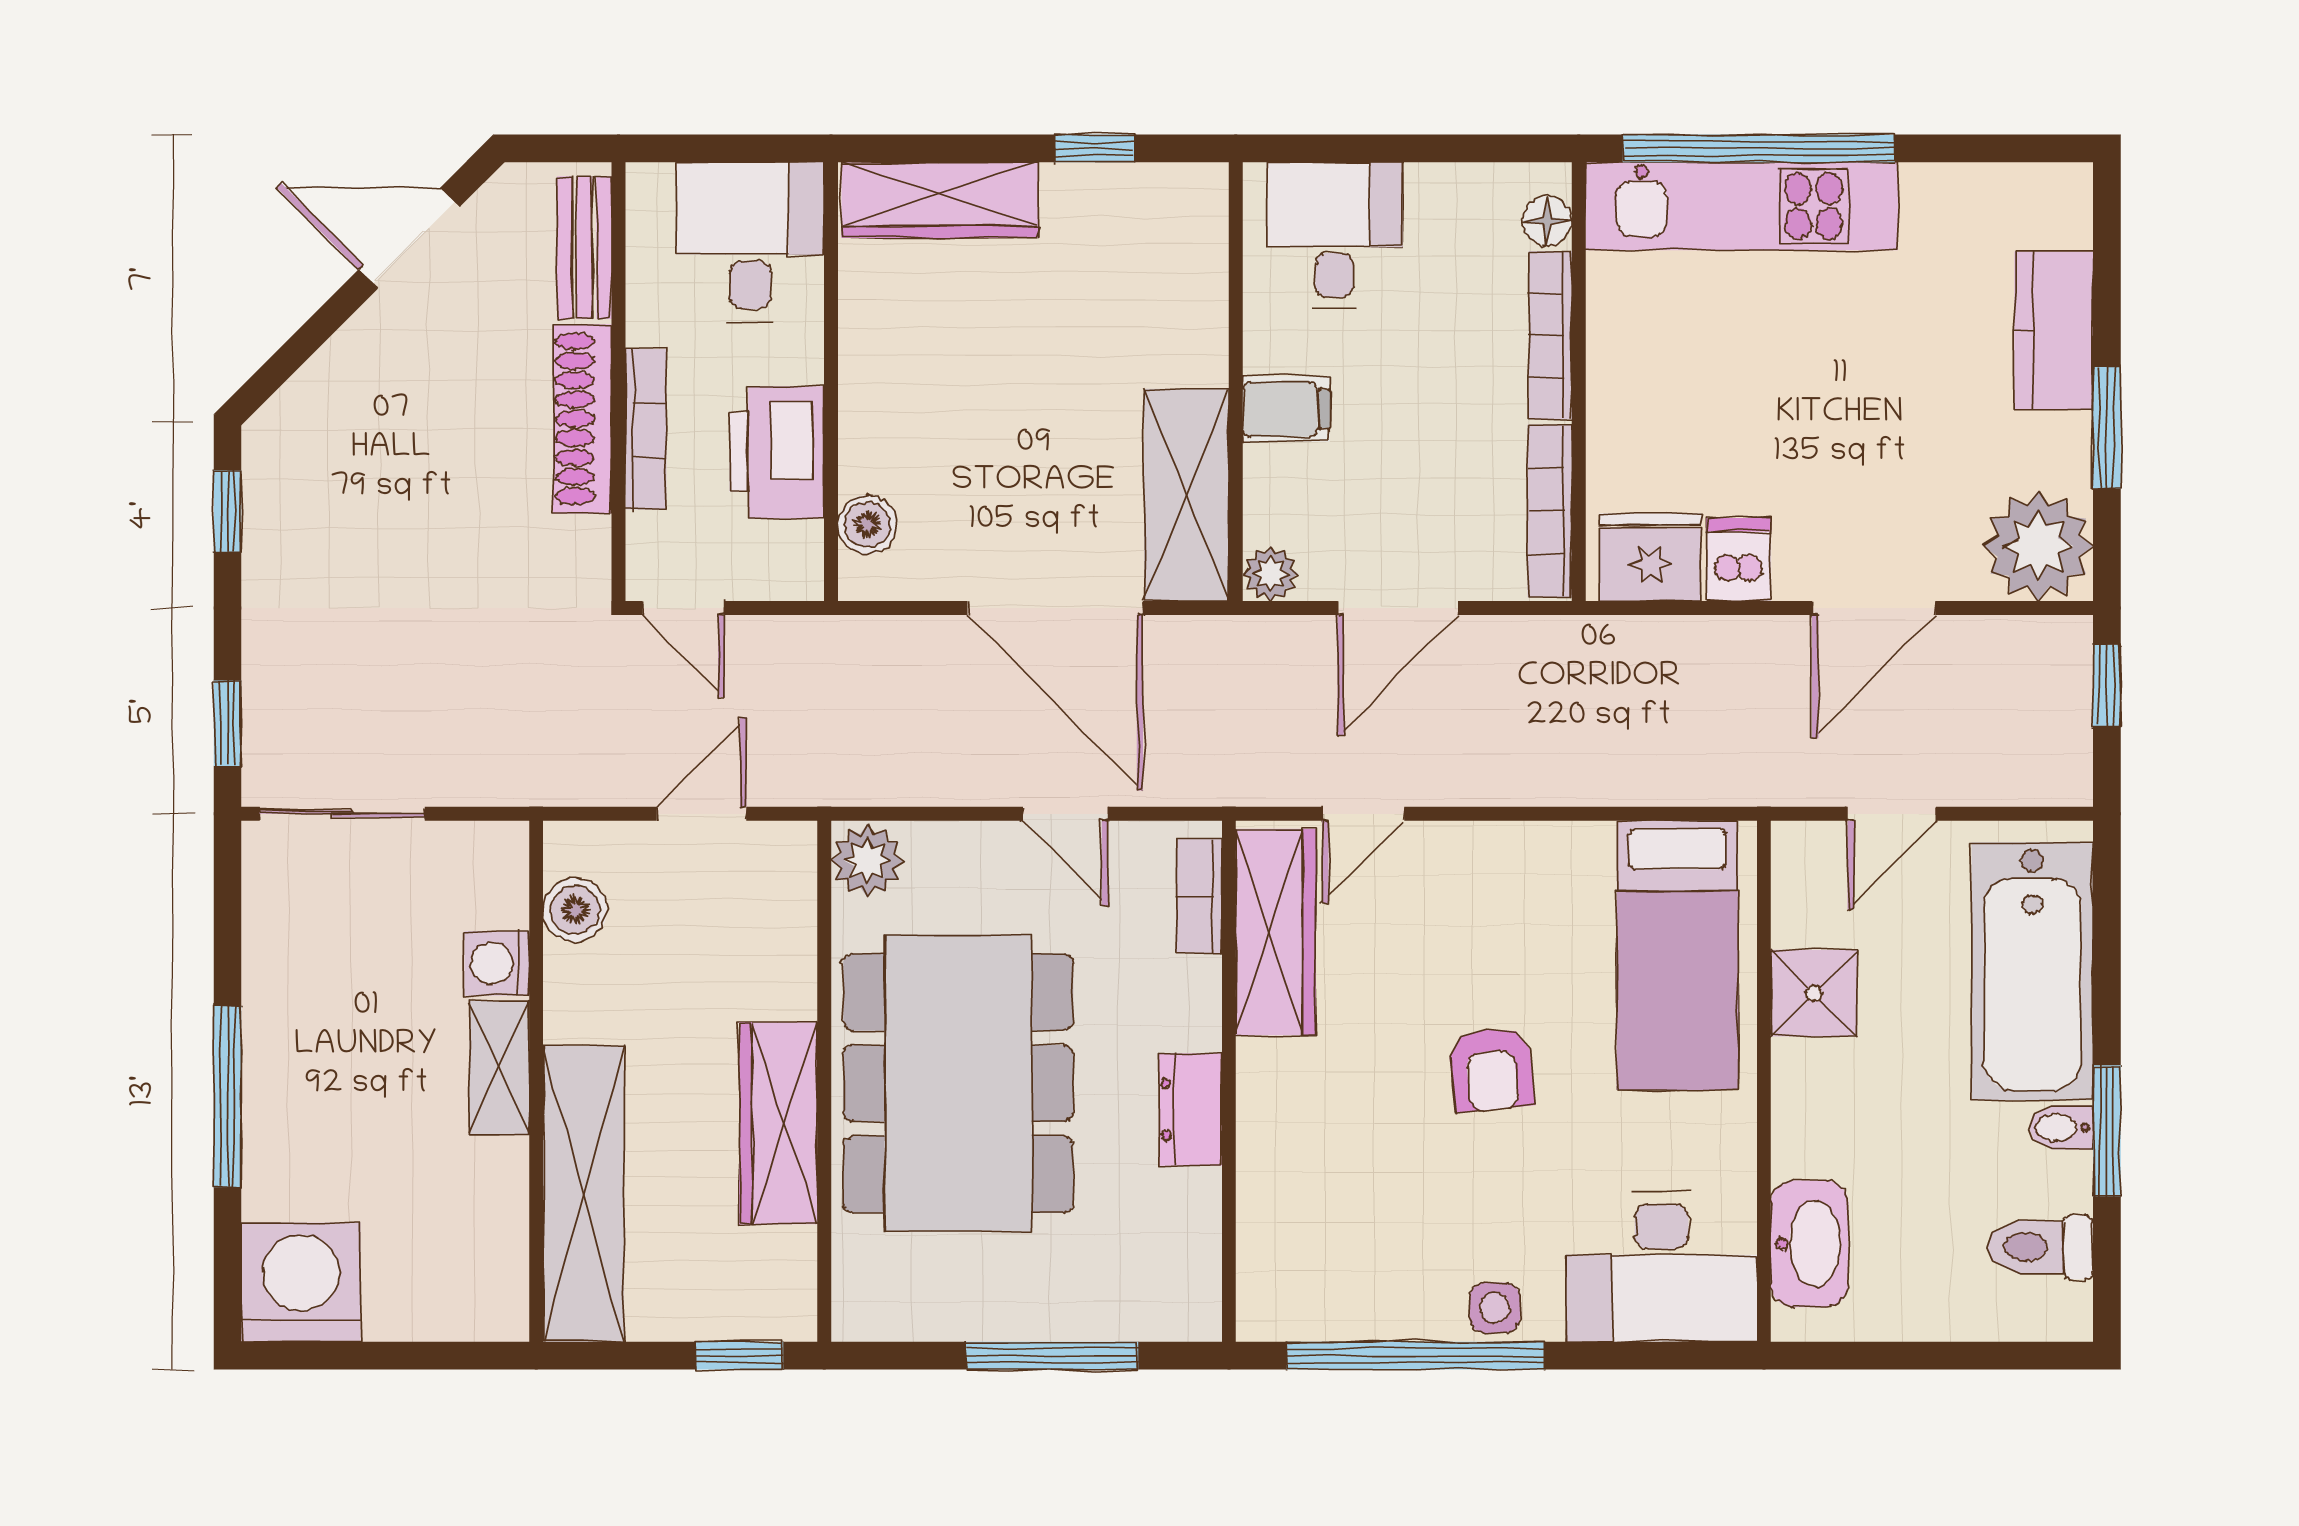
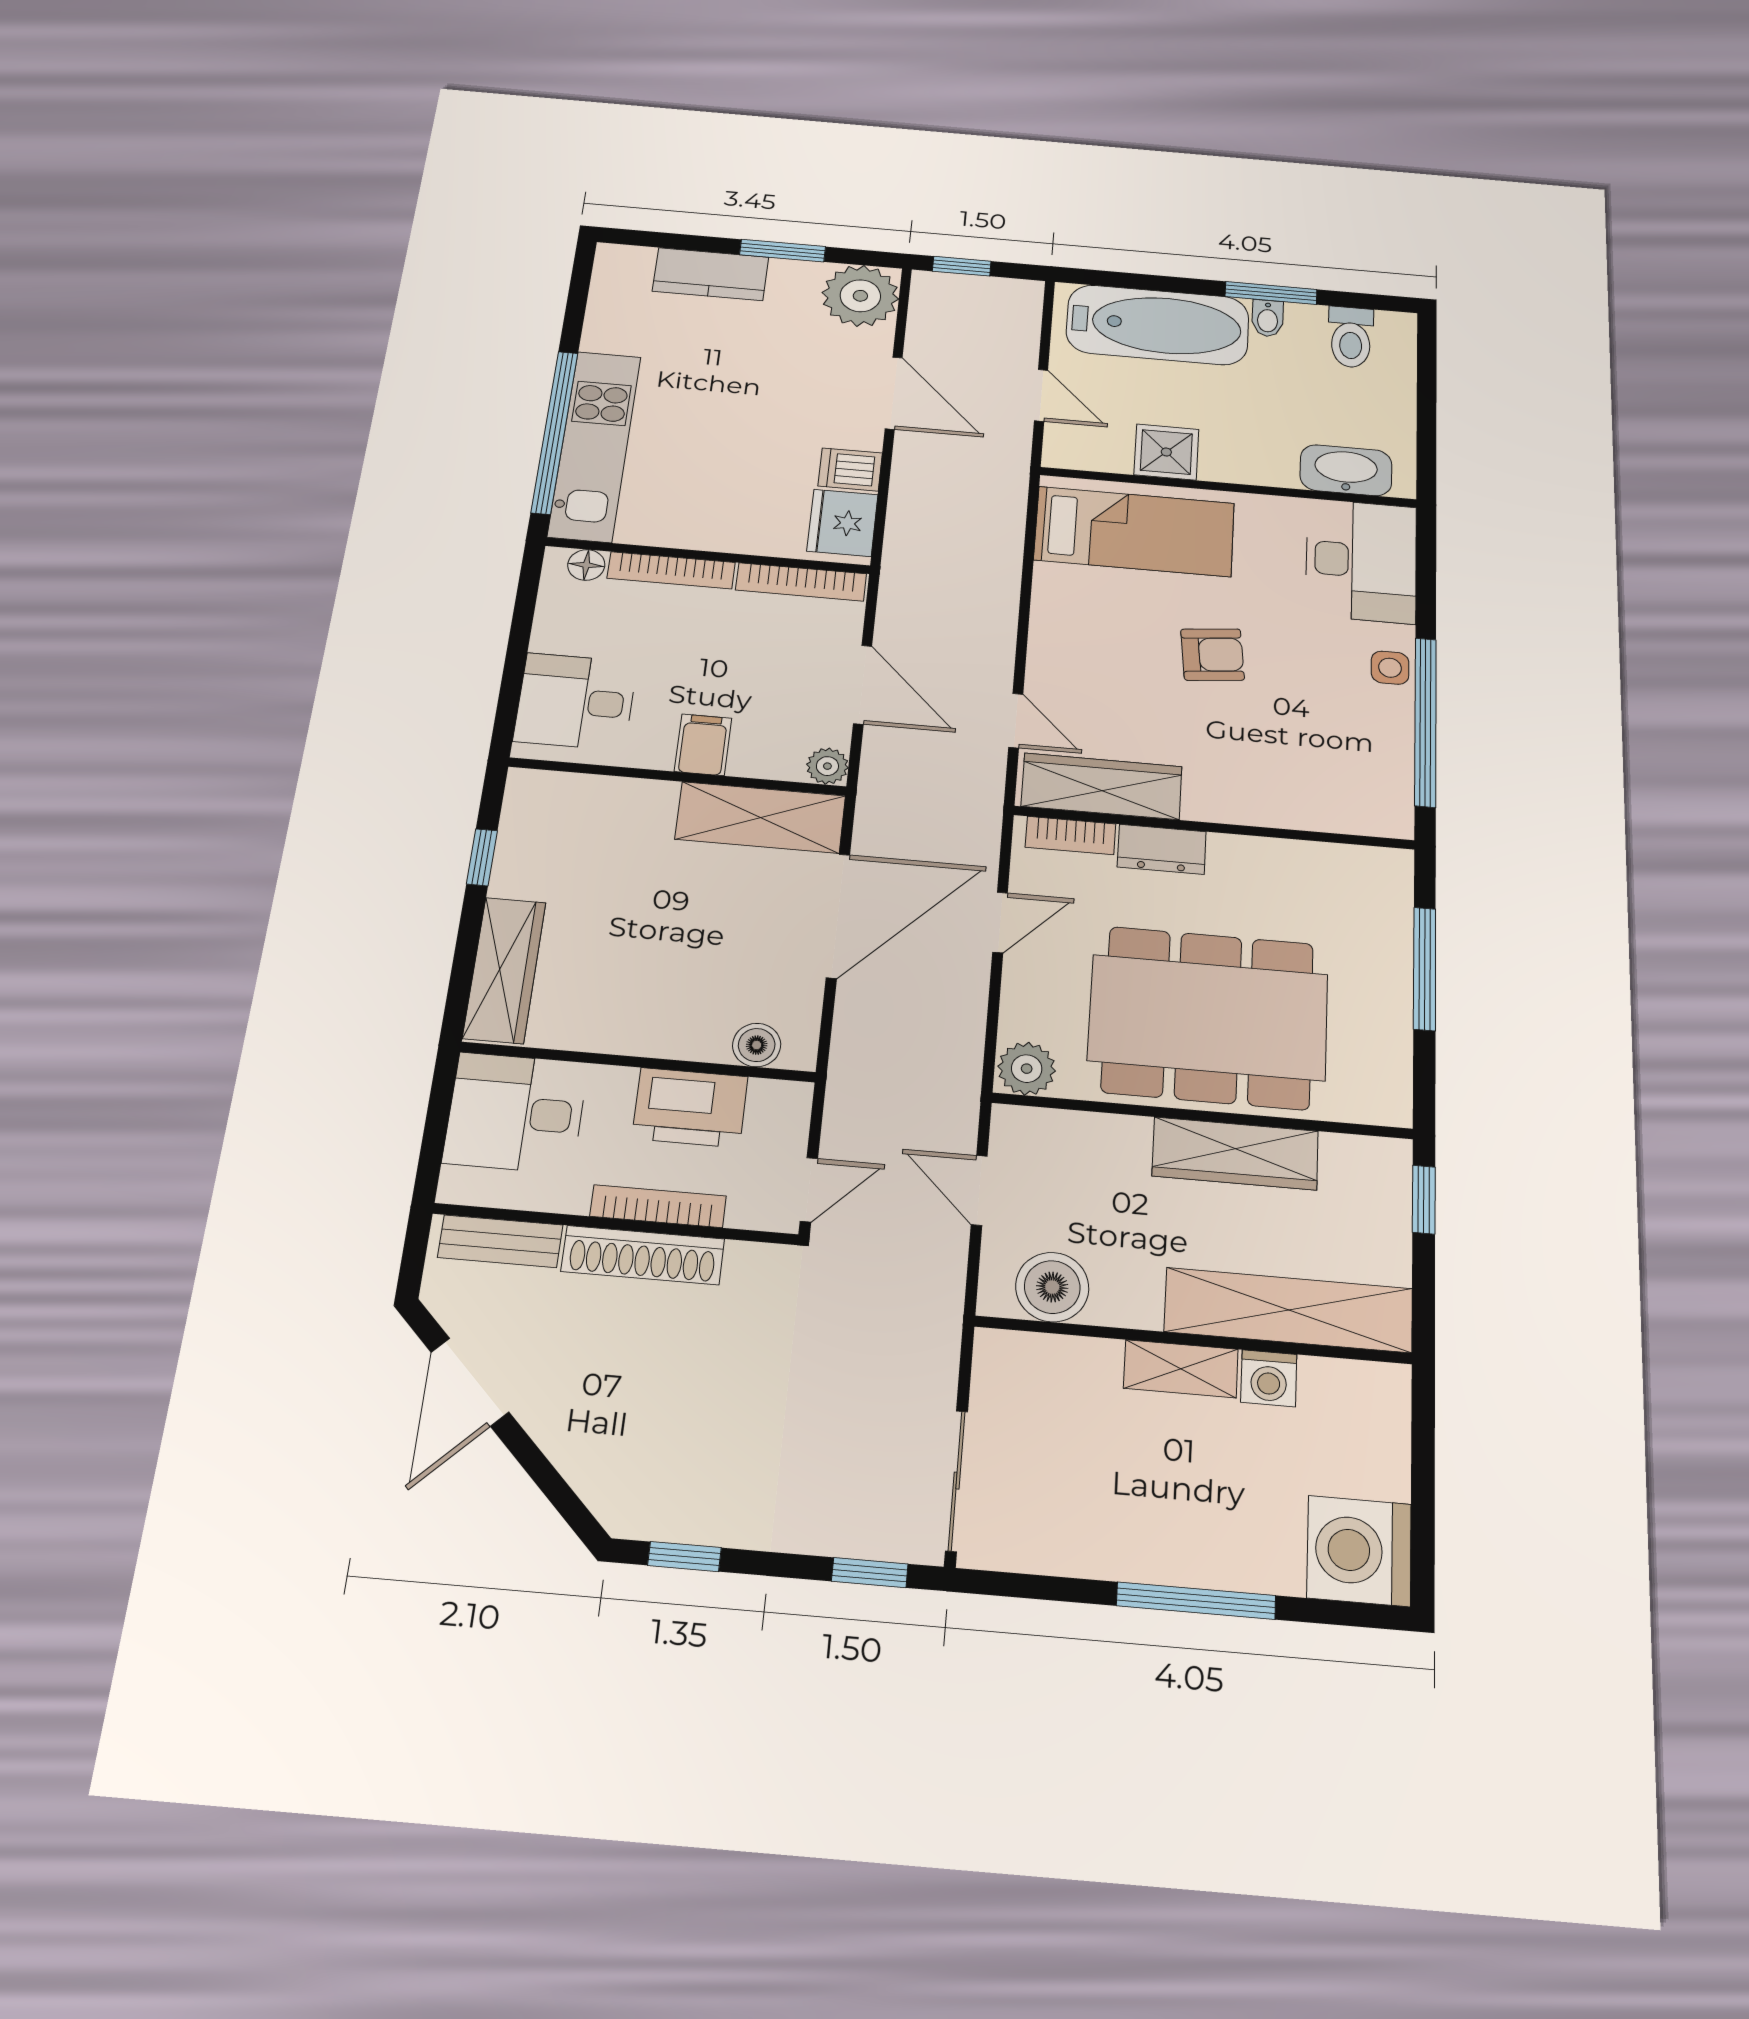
boiler: (575, 910) -> (1052, 1287), width x1.36, depth x1.36
washing machine: (497, 963) -> (1269, 1378), moved
dresser: (1190, 1110) -> (1162, 849), moved

